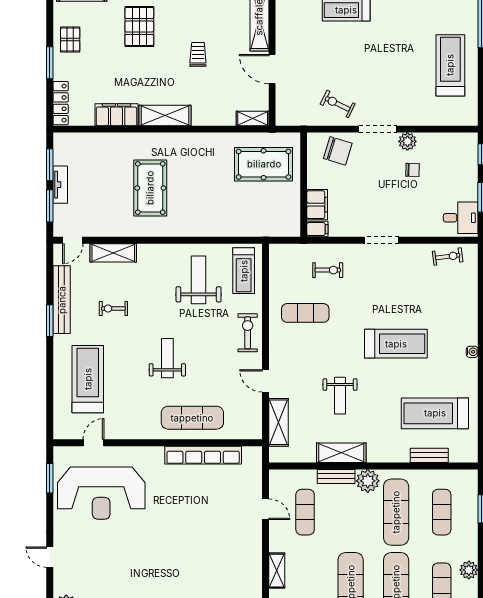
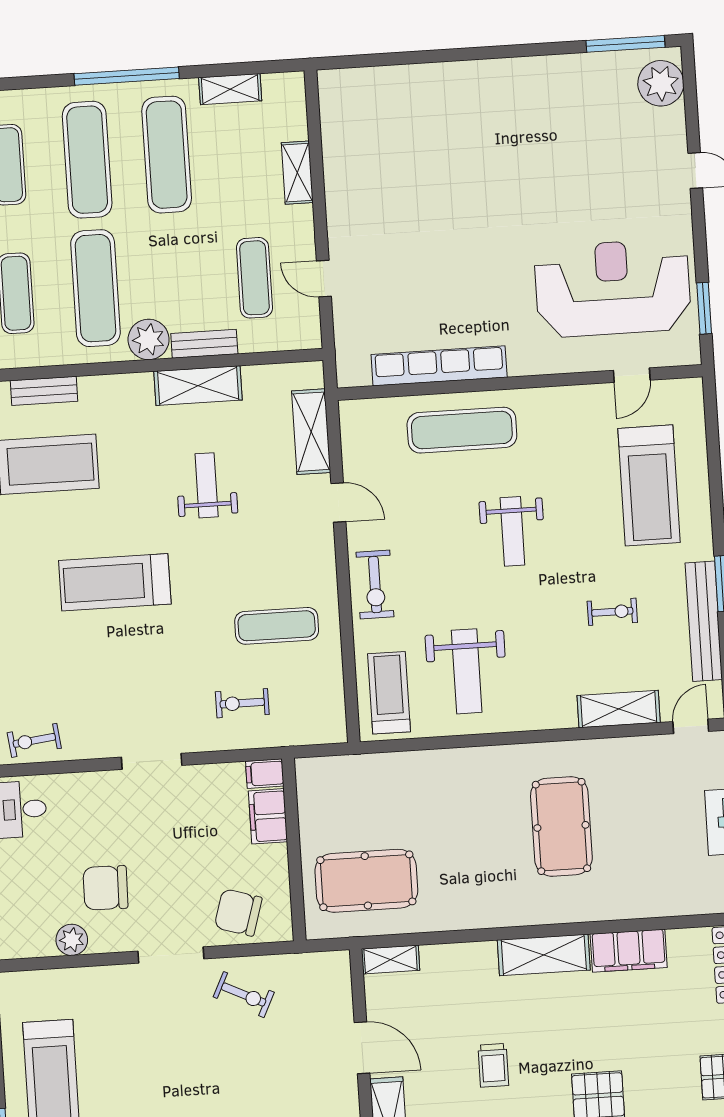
plant: (407, 141) -> (72, 940), moved
chair: (413, 170) -> (105, 888), width x1.87, depth x1.87

